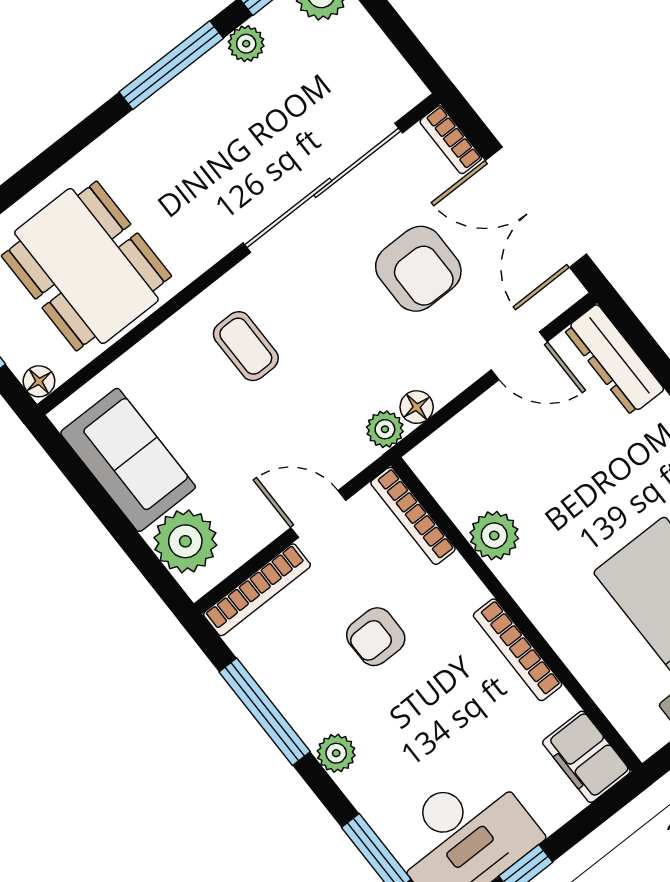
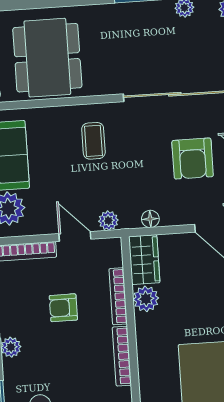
plant: (385, 429) -> (108, 221), moved
wardrobe: (450, 477) -> (144, 260), added
bookcase: (413, 516) -> (118, 296), moved

